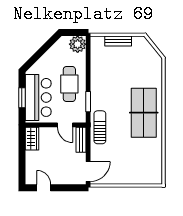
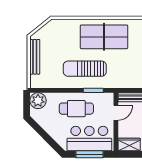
bench: (118, 41) -> (35, 57), width x1.36
window: (22, 98) -> (90, 154), width x1.44
sun lounger: (100, 127) -> (85, 69), moved, width x1.36, depth x1.34

